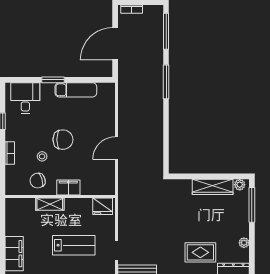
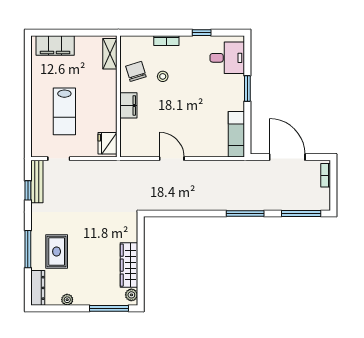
exam couch: (76, 90) -> (236, 134), moved
chair: (63, 140) -> (181, 99), removed
shelving: (50, 204) -> (110, 54), moved

